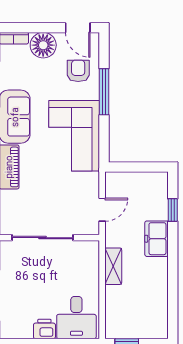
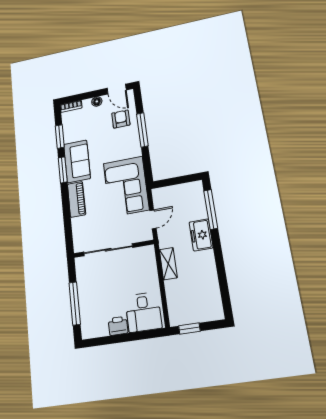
floor lamp: (43, 45) -> (97, 101), width x0.53, depth x0.53
corner sofa: (74, 136) -> (126, 186), moved
window: (173, 210) -> (211, 209), width x2.17

